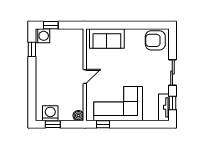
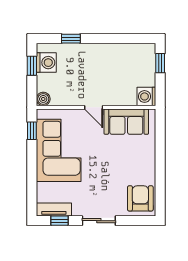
washing machine: (42, 36) -> (146, 96), moved, turned 90
sofa: (107, 38) -> (126, 122), moved, turned -90
window: (32, 49) -> (71, 39), moved

